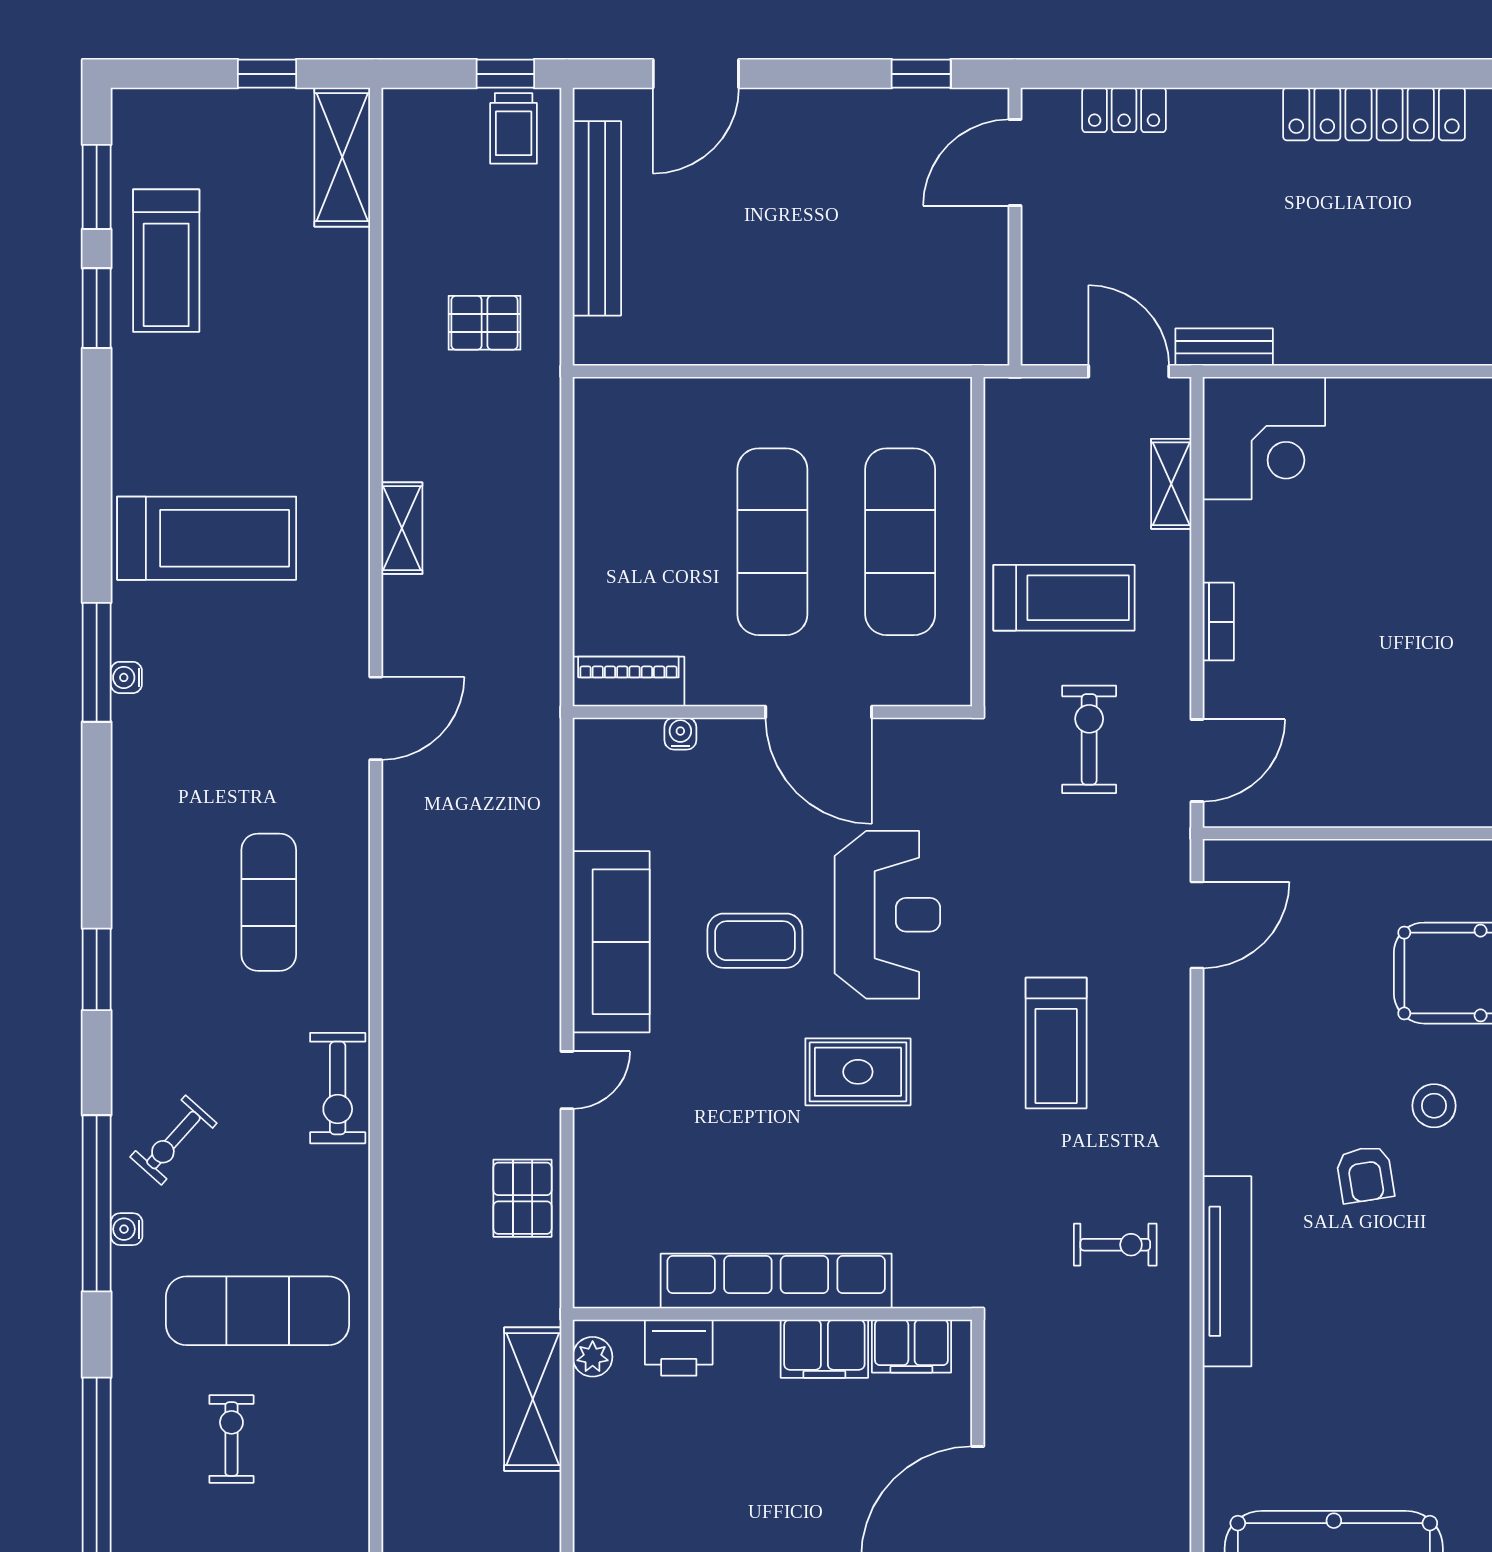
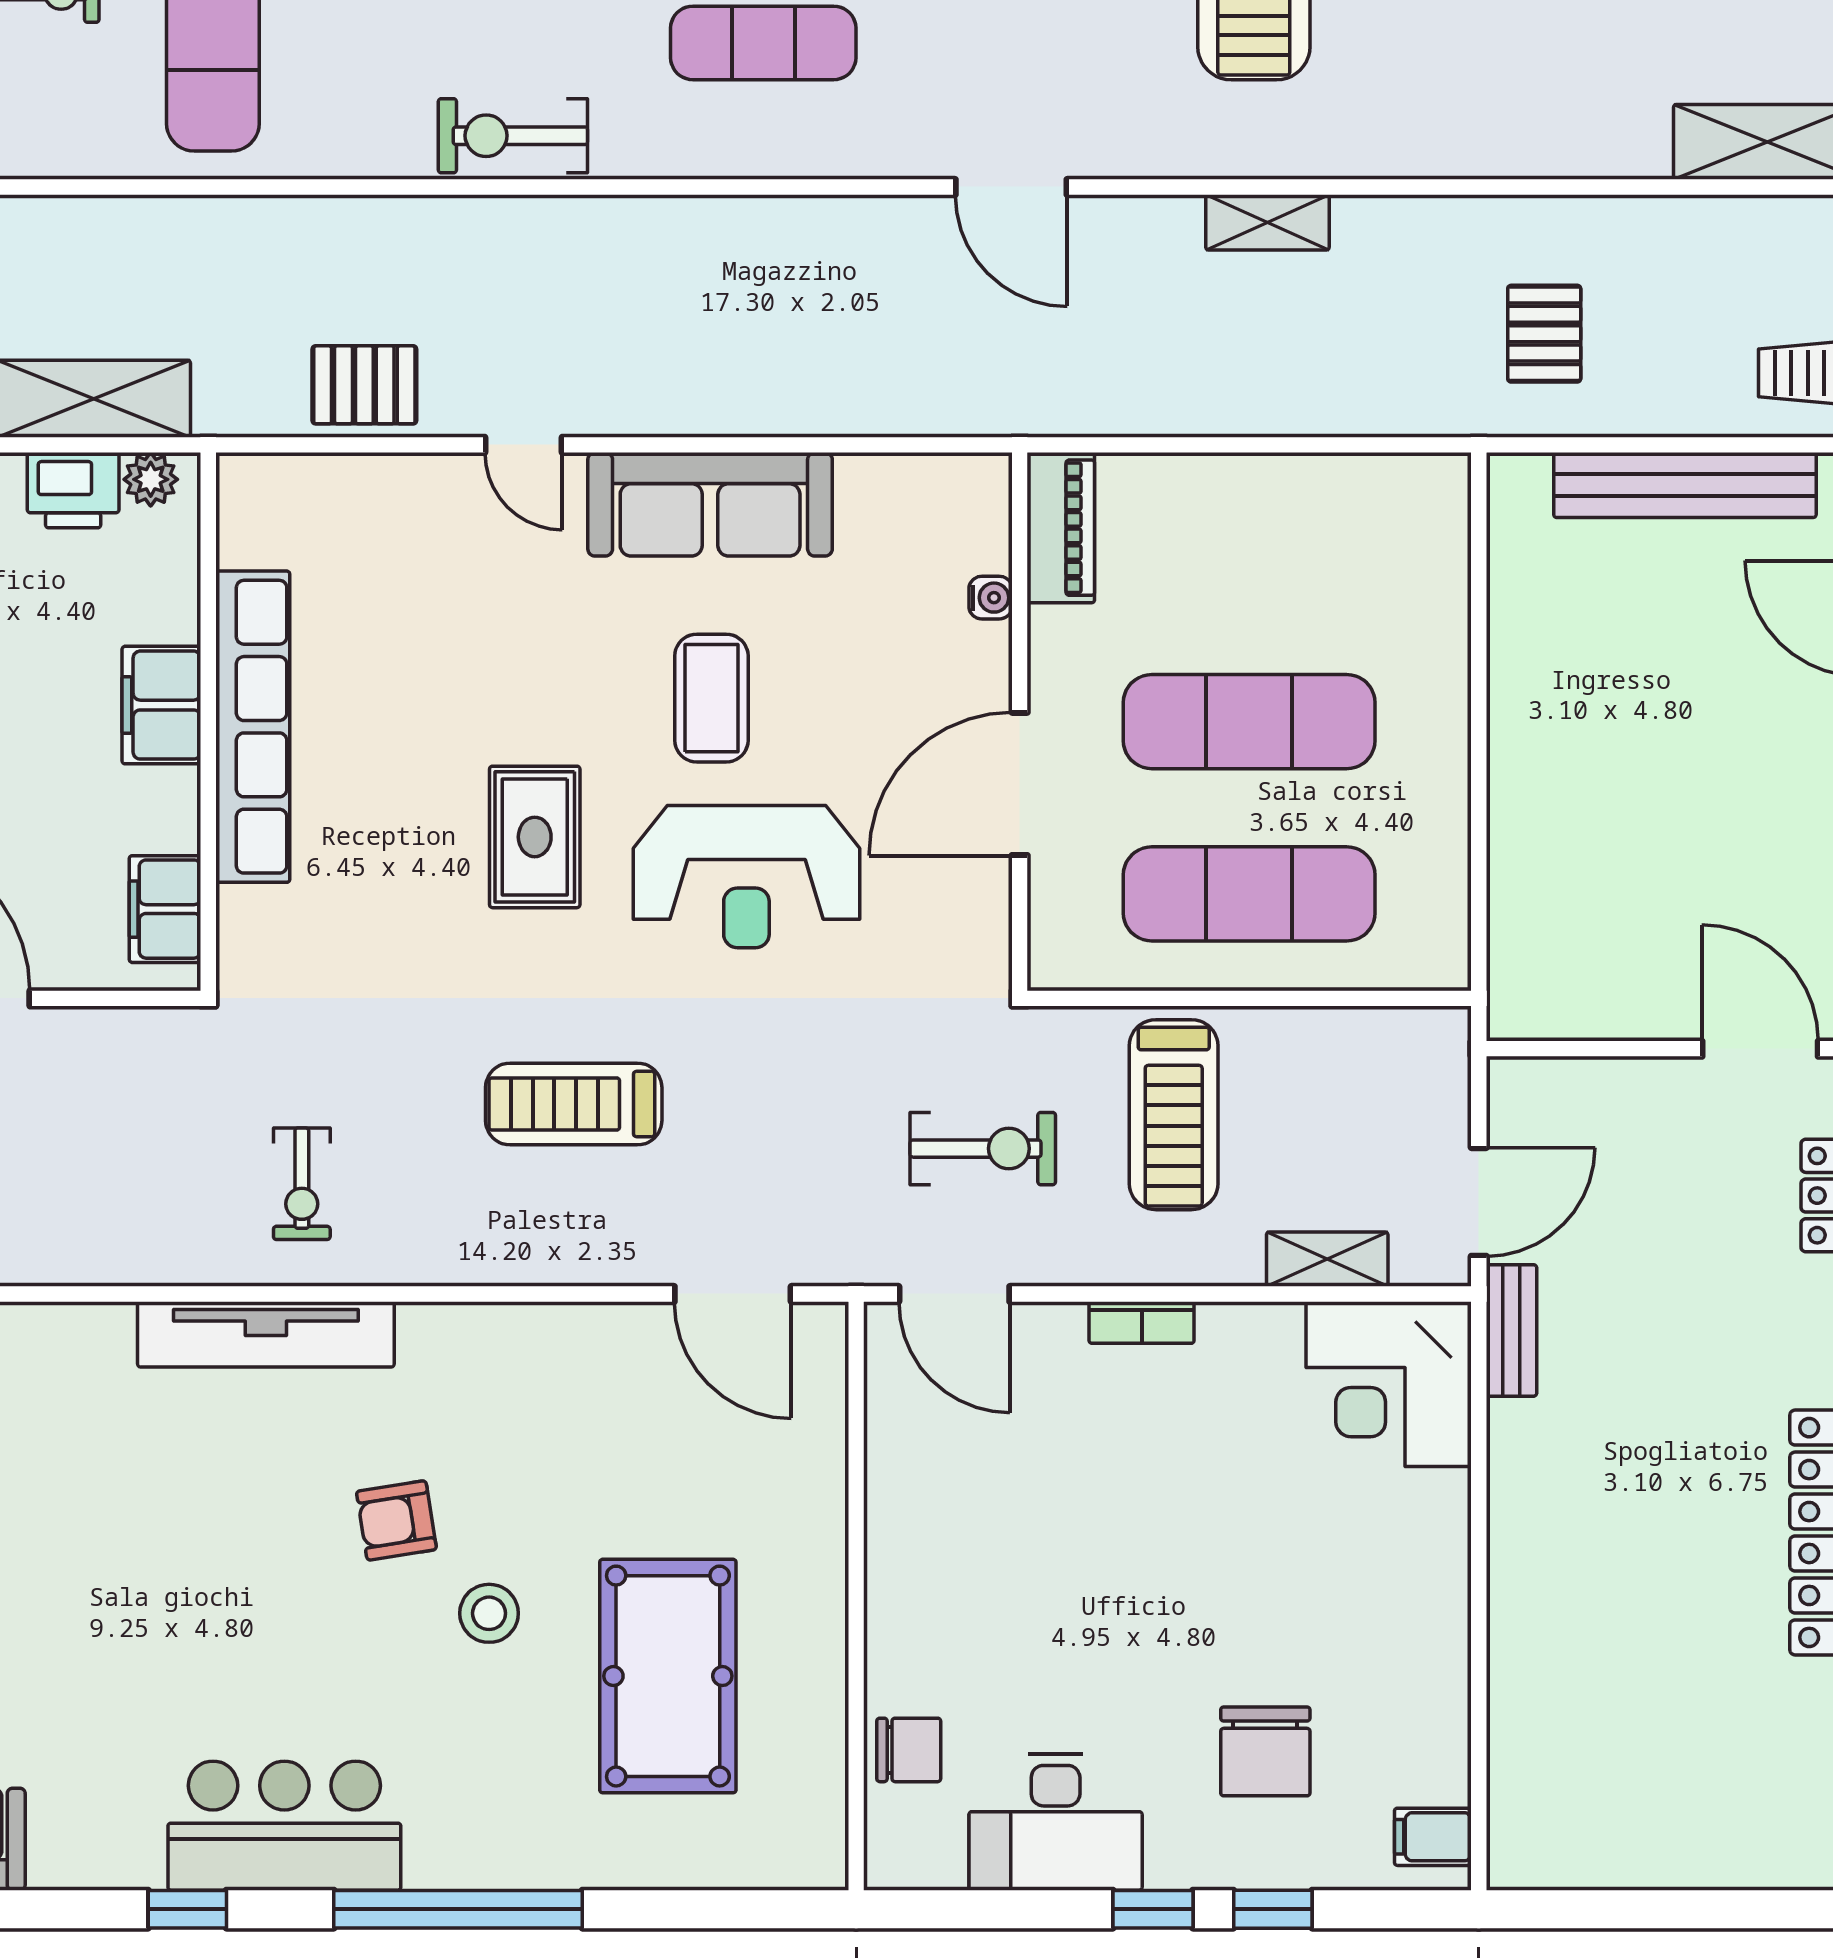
printer: (679, 1348) -> (73, 490), moved, turned -90
filing cabinet: (824, 1349) -> (161, 705), moved

